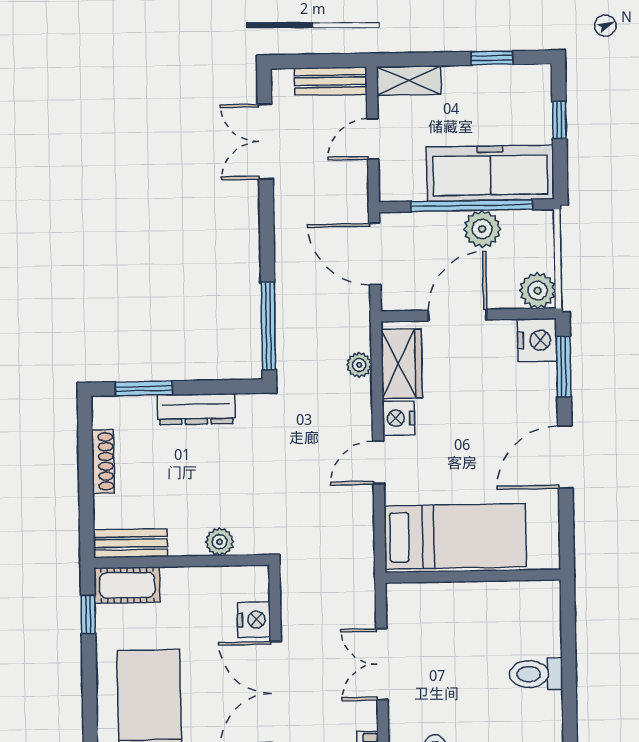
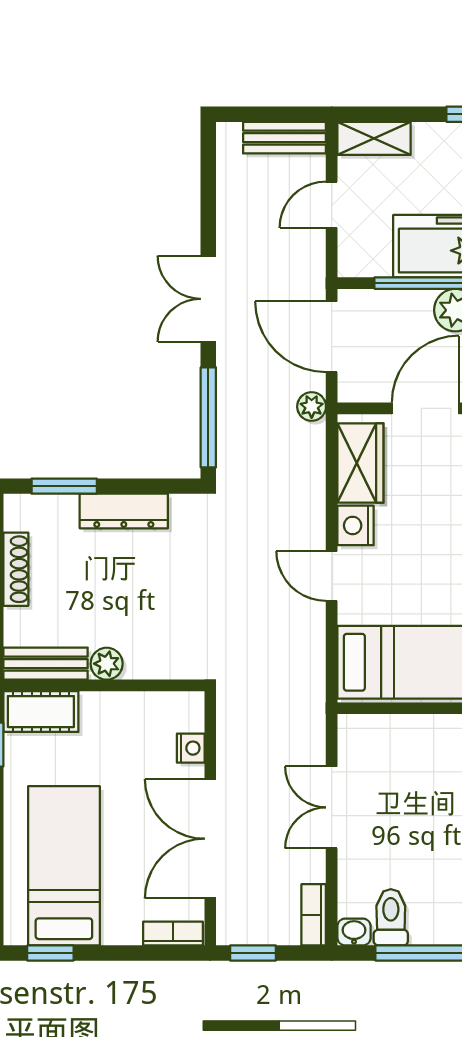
double door: (265, 142) -> (208, 299), moved
plant: (359, 365) -> (312, 407), moved
door: (378, 463) -> (332, 576), hinge flipped
plant: (220, 542) -> (107, 664), moved
nightstand: (254, 620) -> (191, 748), width x0.72, depth x0.74

